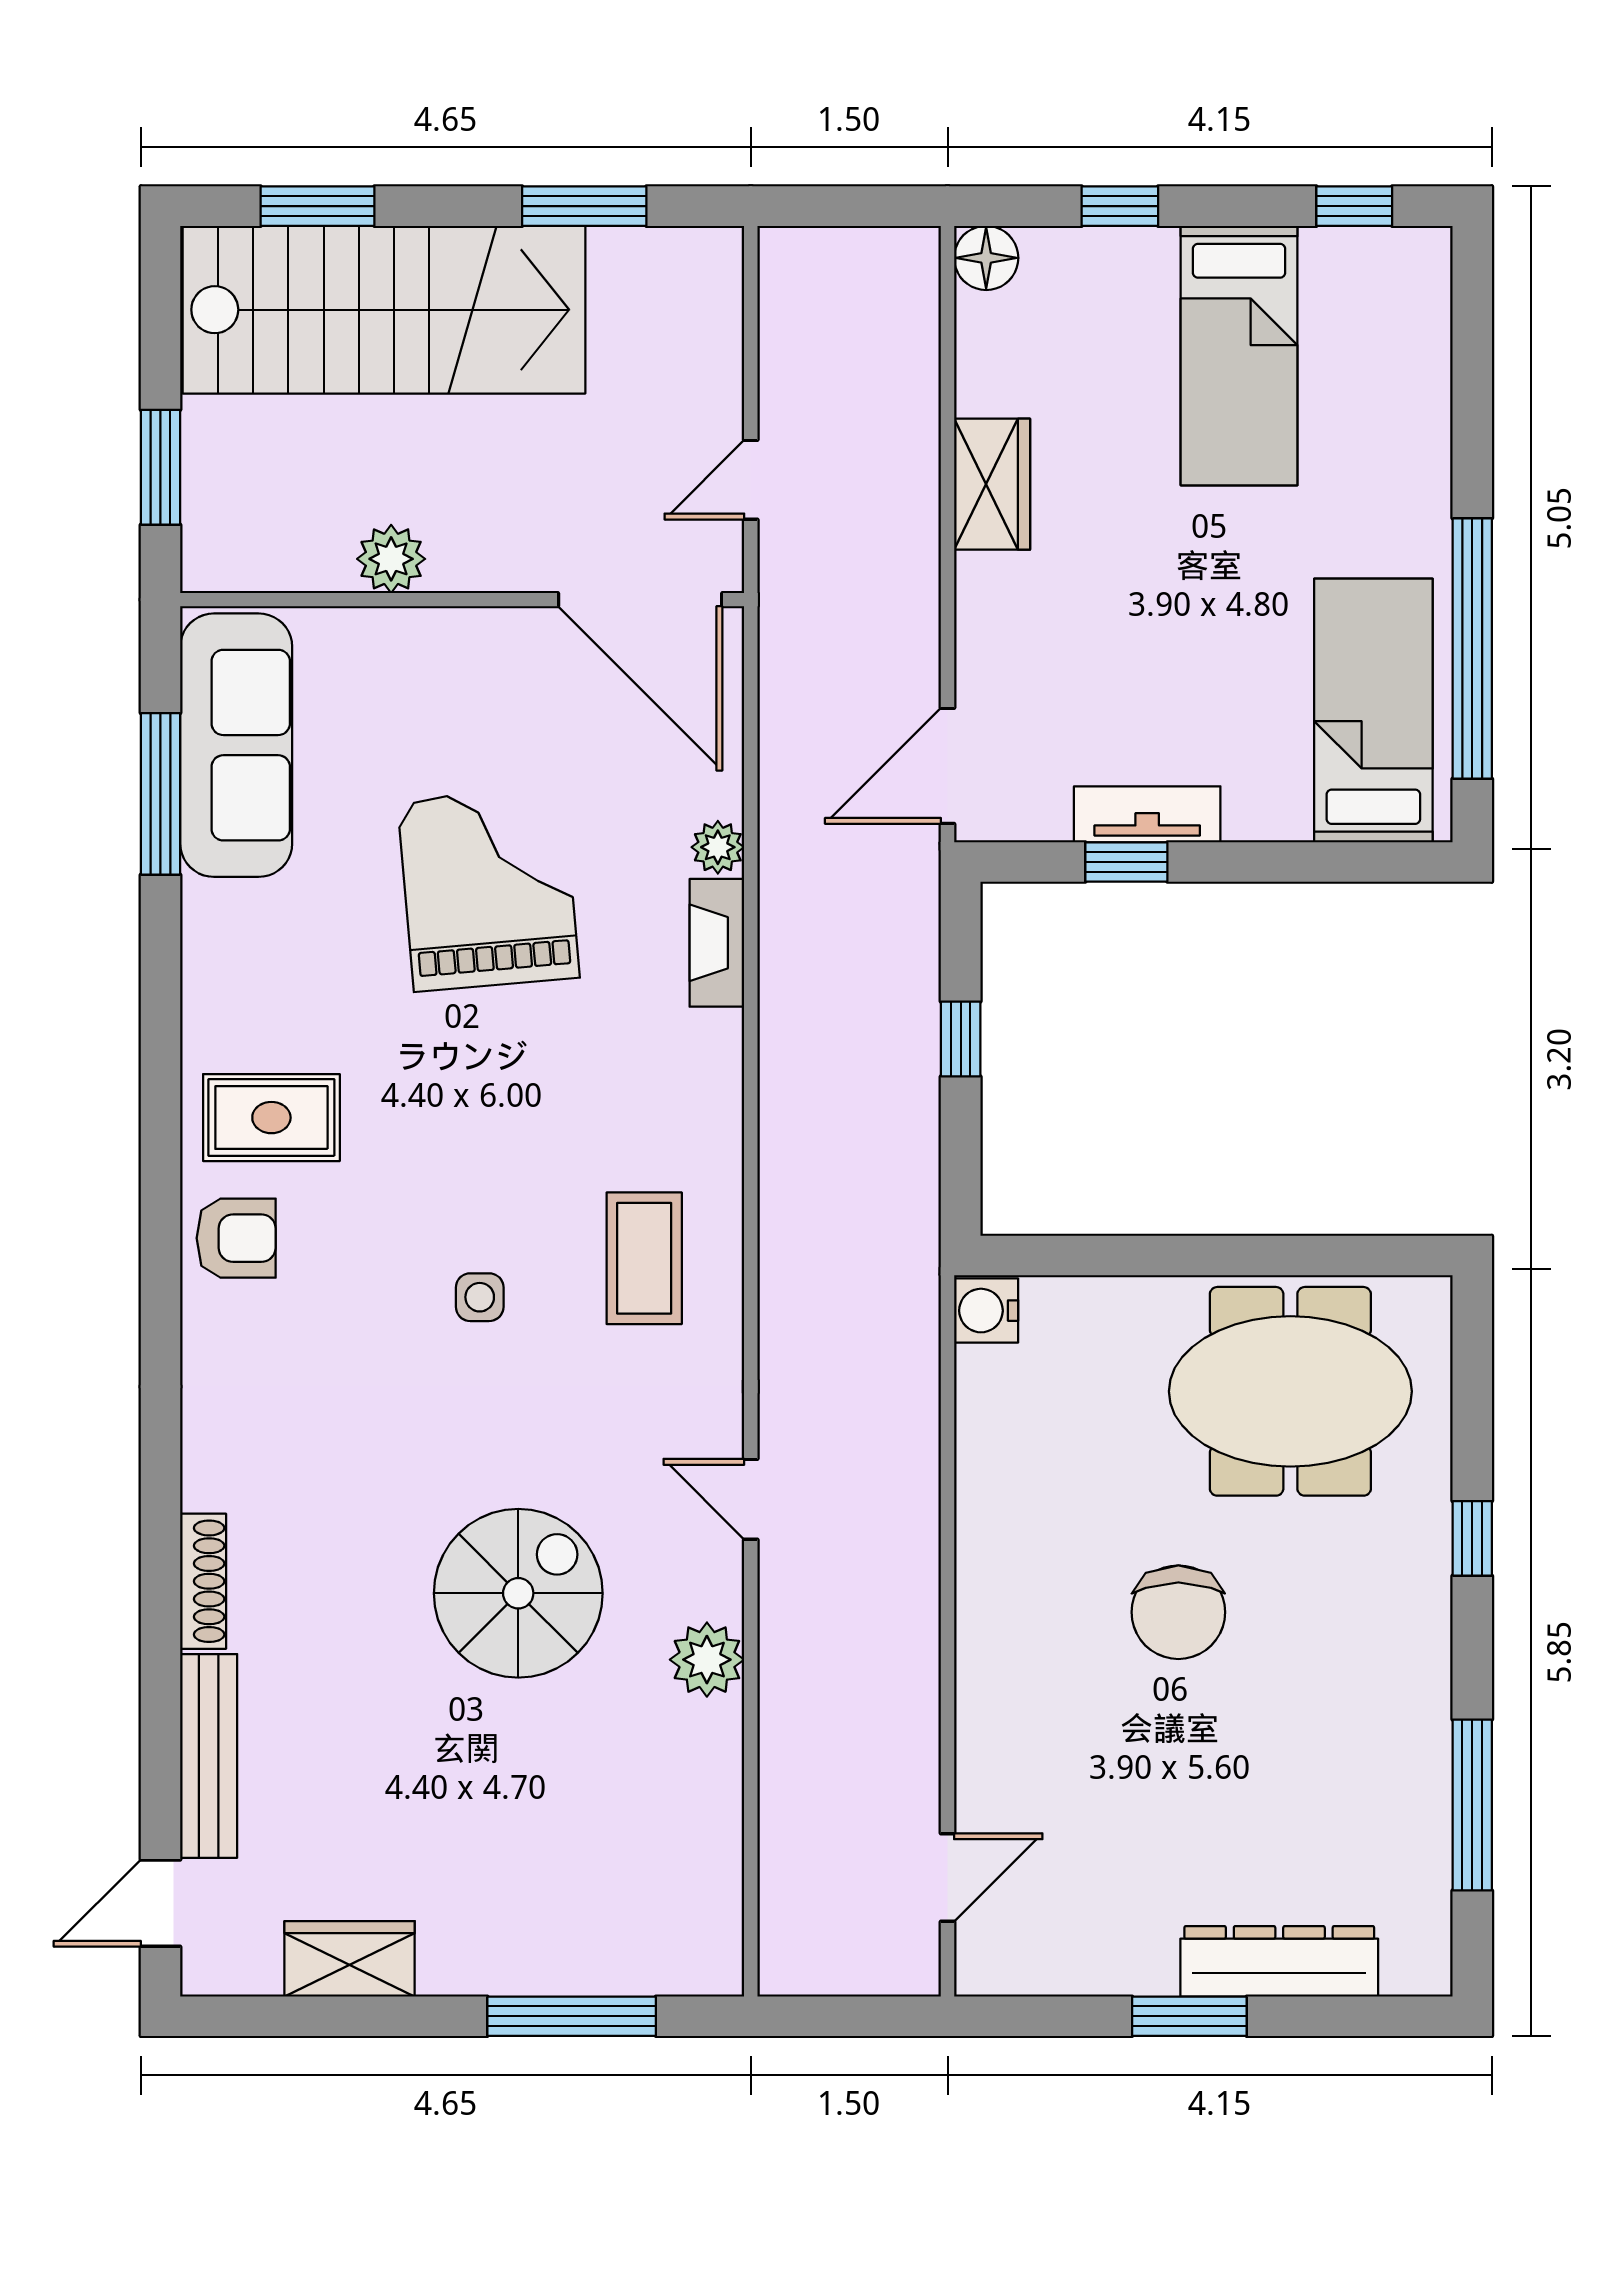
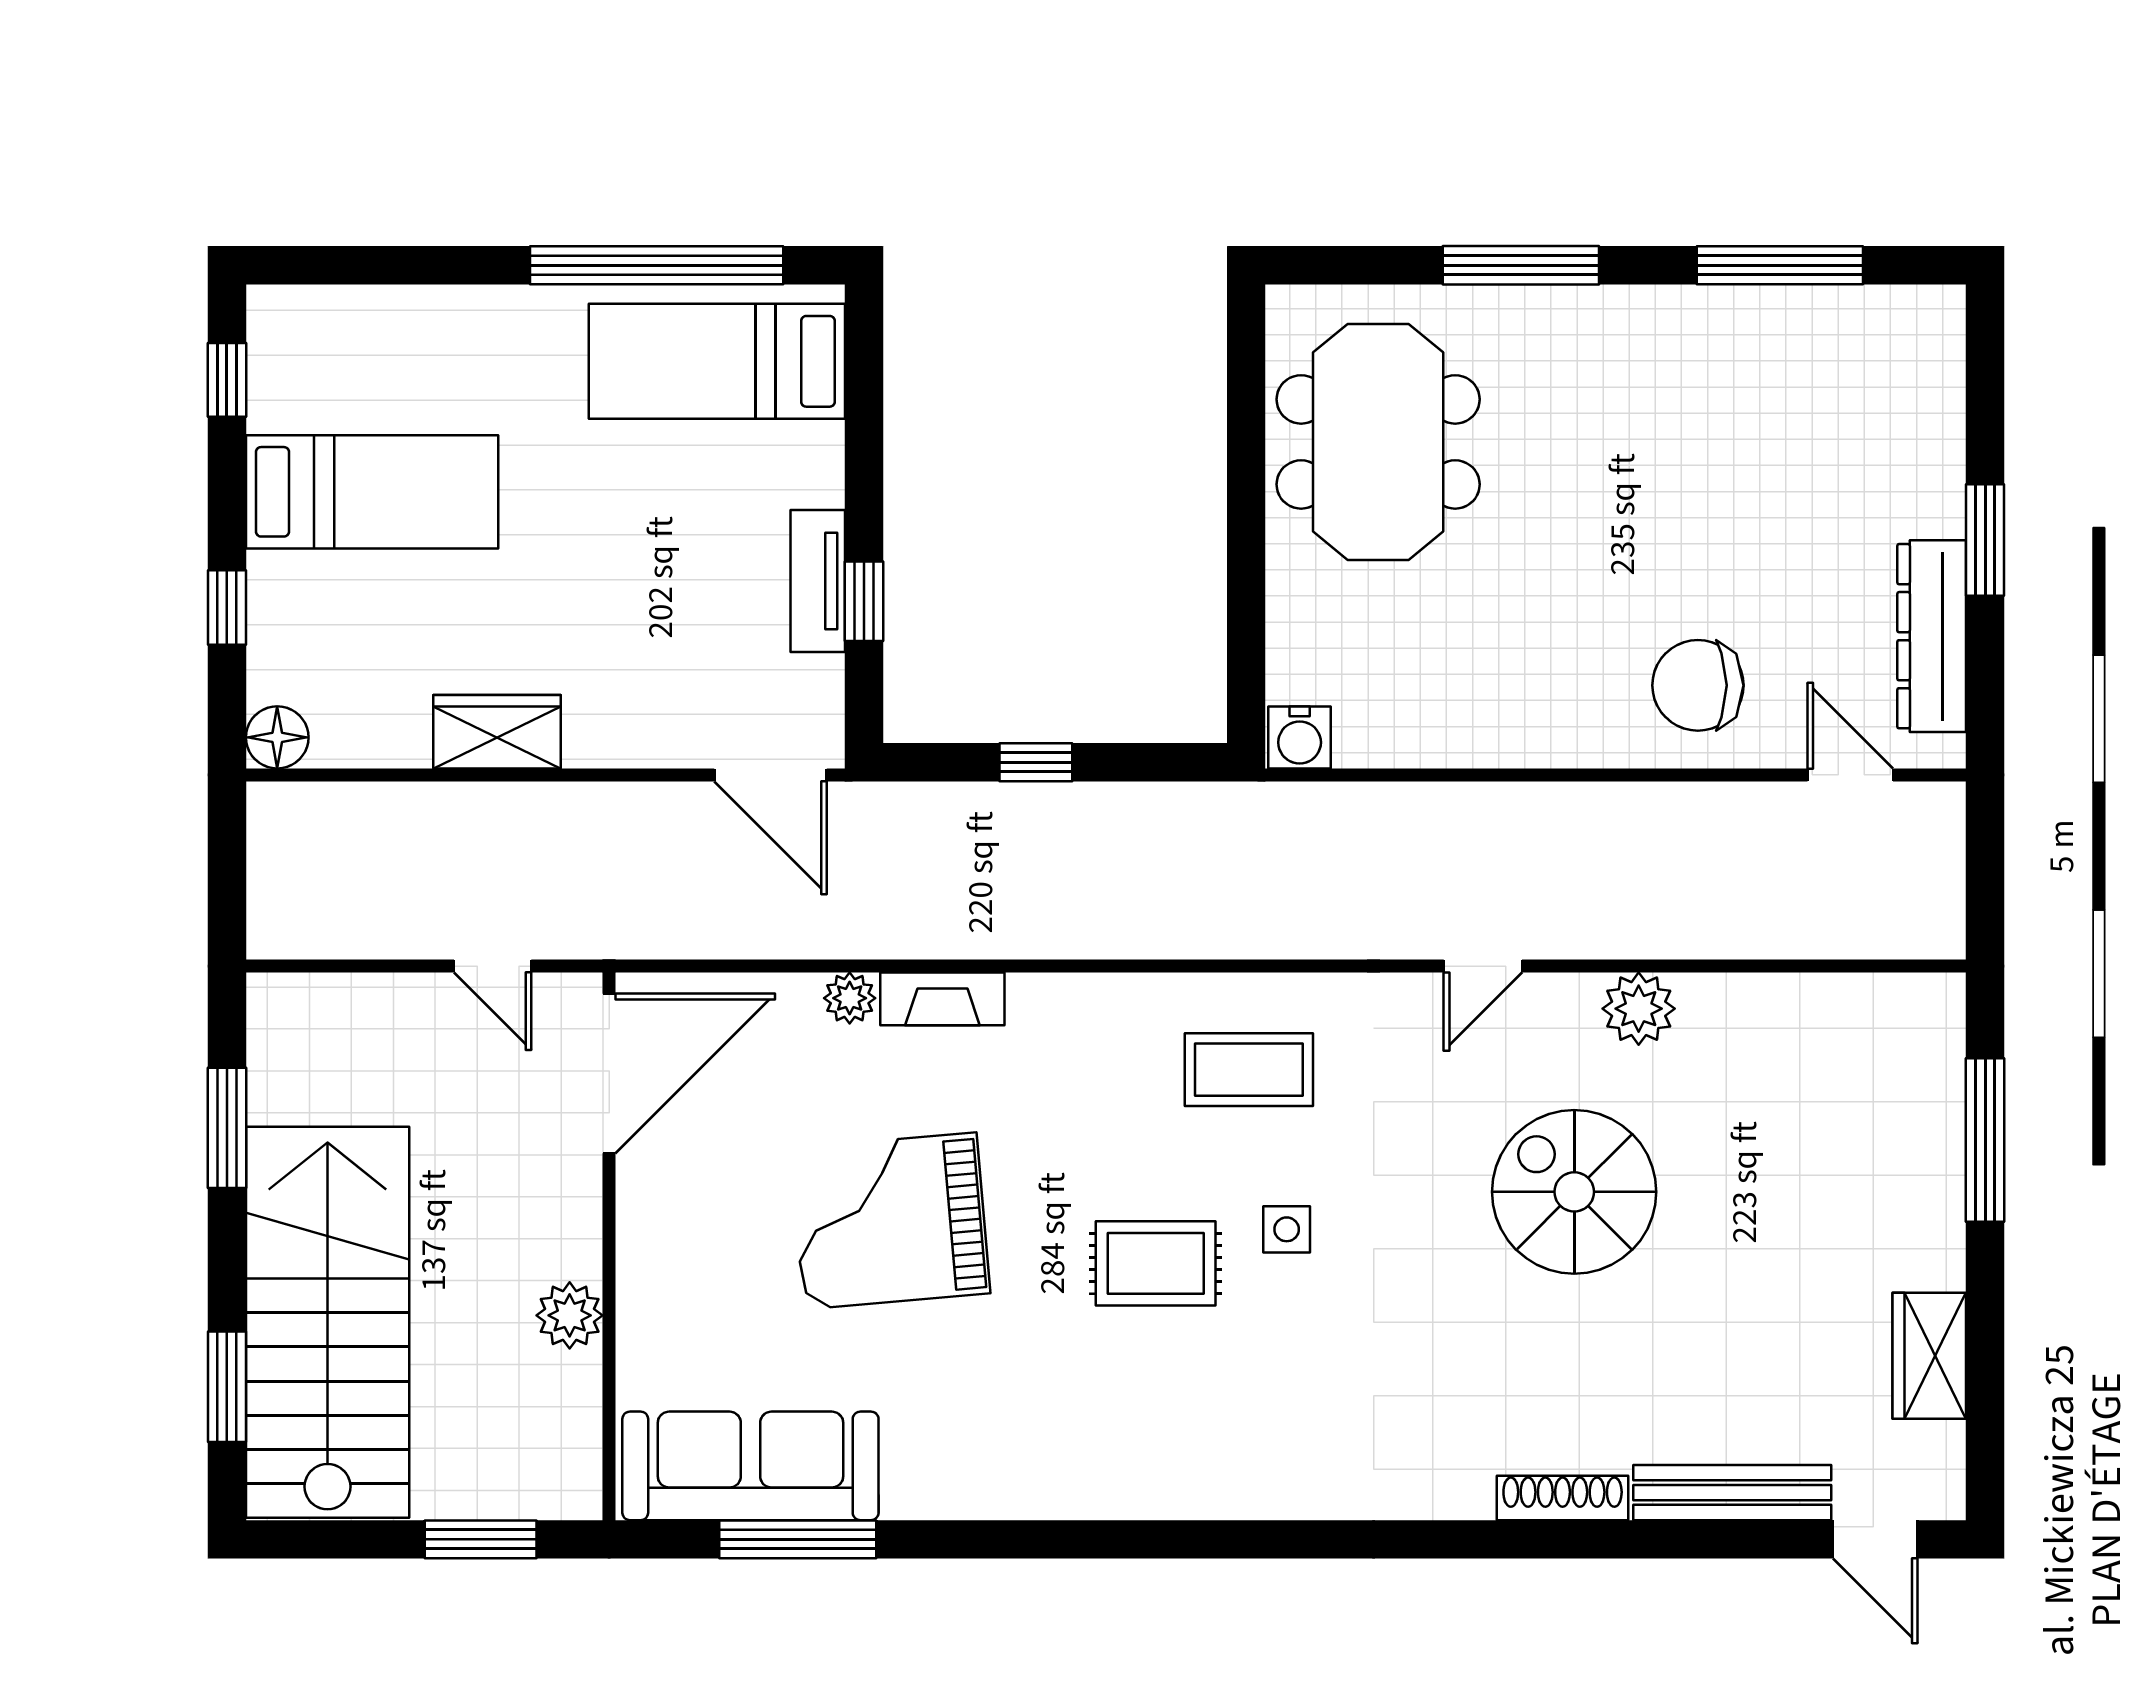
rug: (271, 1118) -> (1156, 1263), moved, turned 90
armchair: (236, 1238) -> (1229, 1466), removed
window: (1472, 1538) -> (1521, 265), width x2.17
chair: (1178, 1612) -> (1698, 685), moved, turned 180
dresser: (1279, 1961) -> (1932, 636), moved

